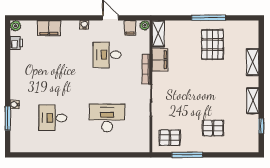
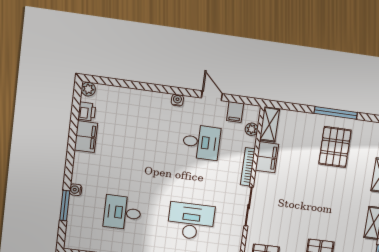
plant: (145, 25) -> (252, 129), moved
filing cabinet: (49, 28) -> (86, 137), moved, turned -90
desk: (107, 55) -> (201, 142), turned 180

